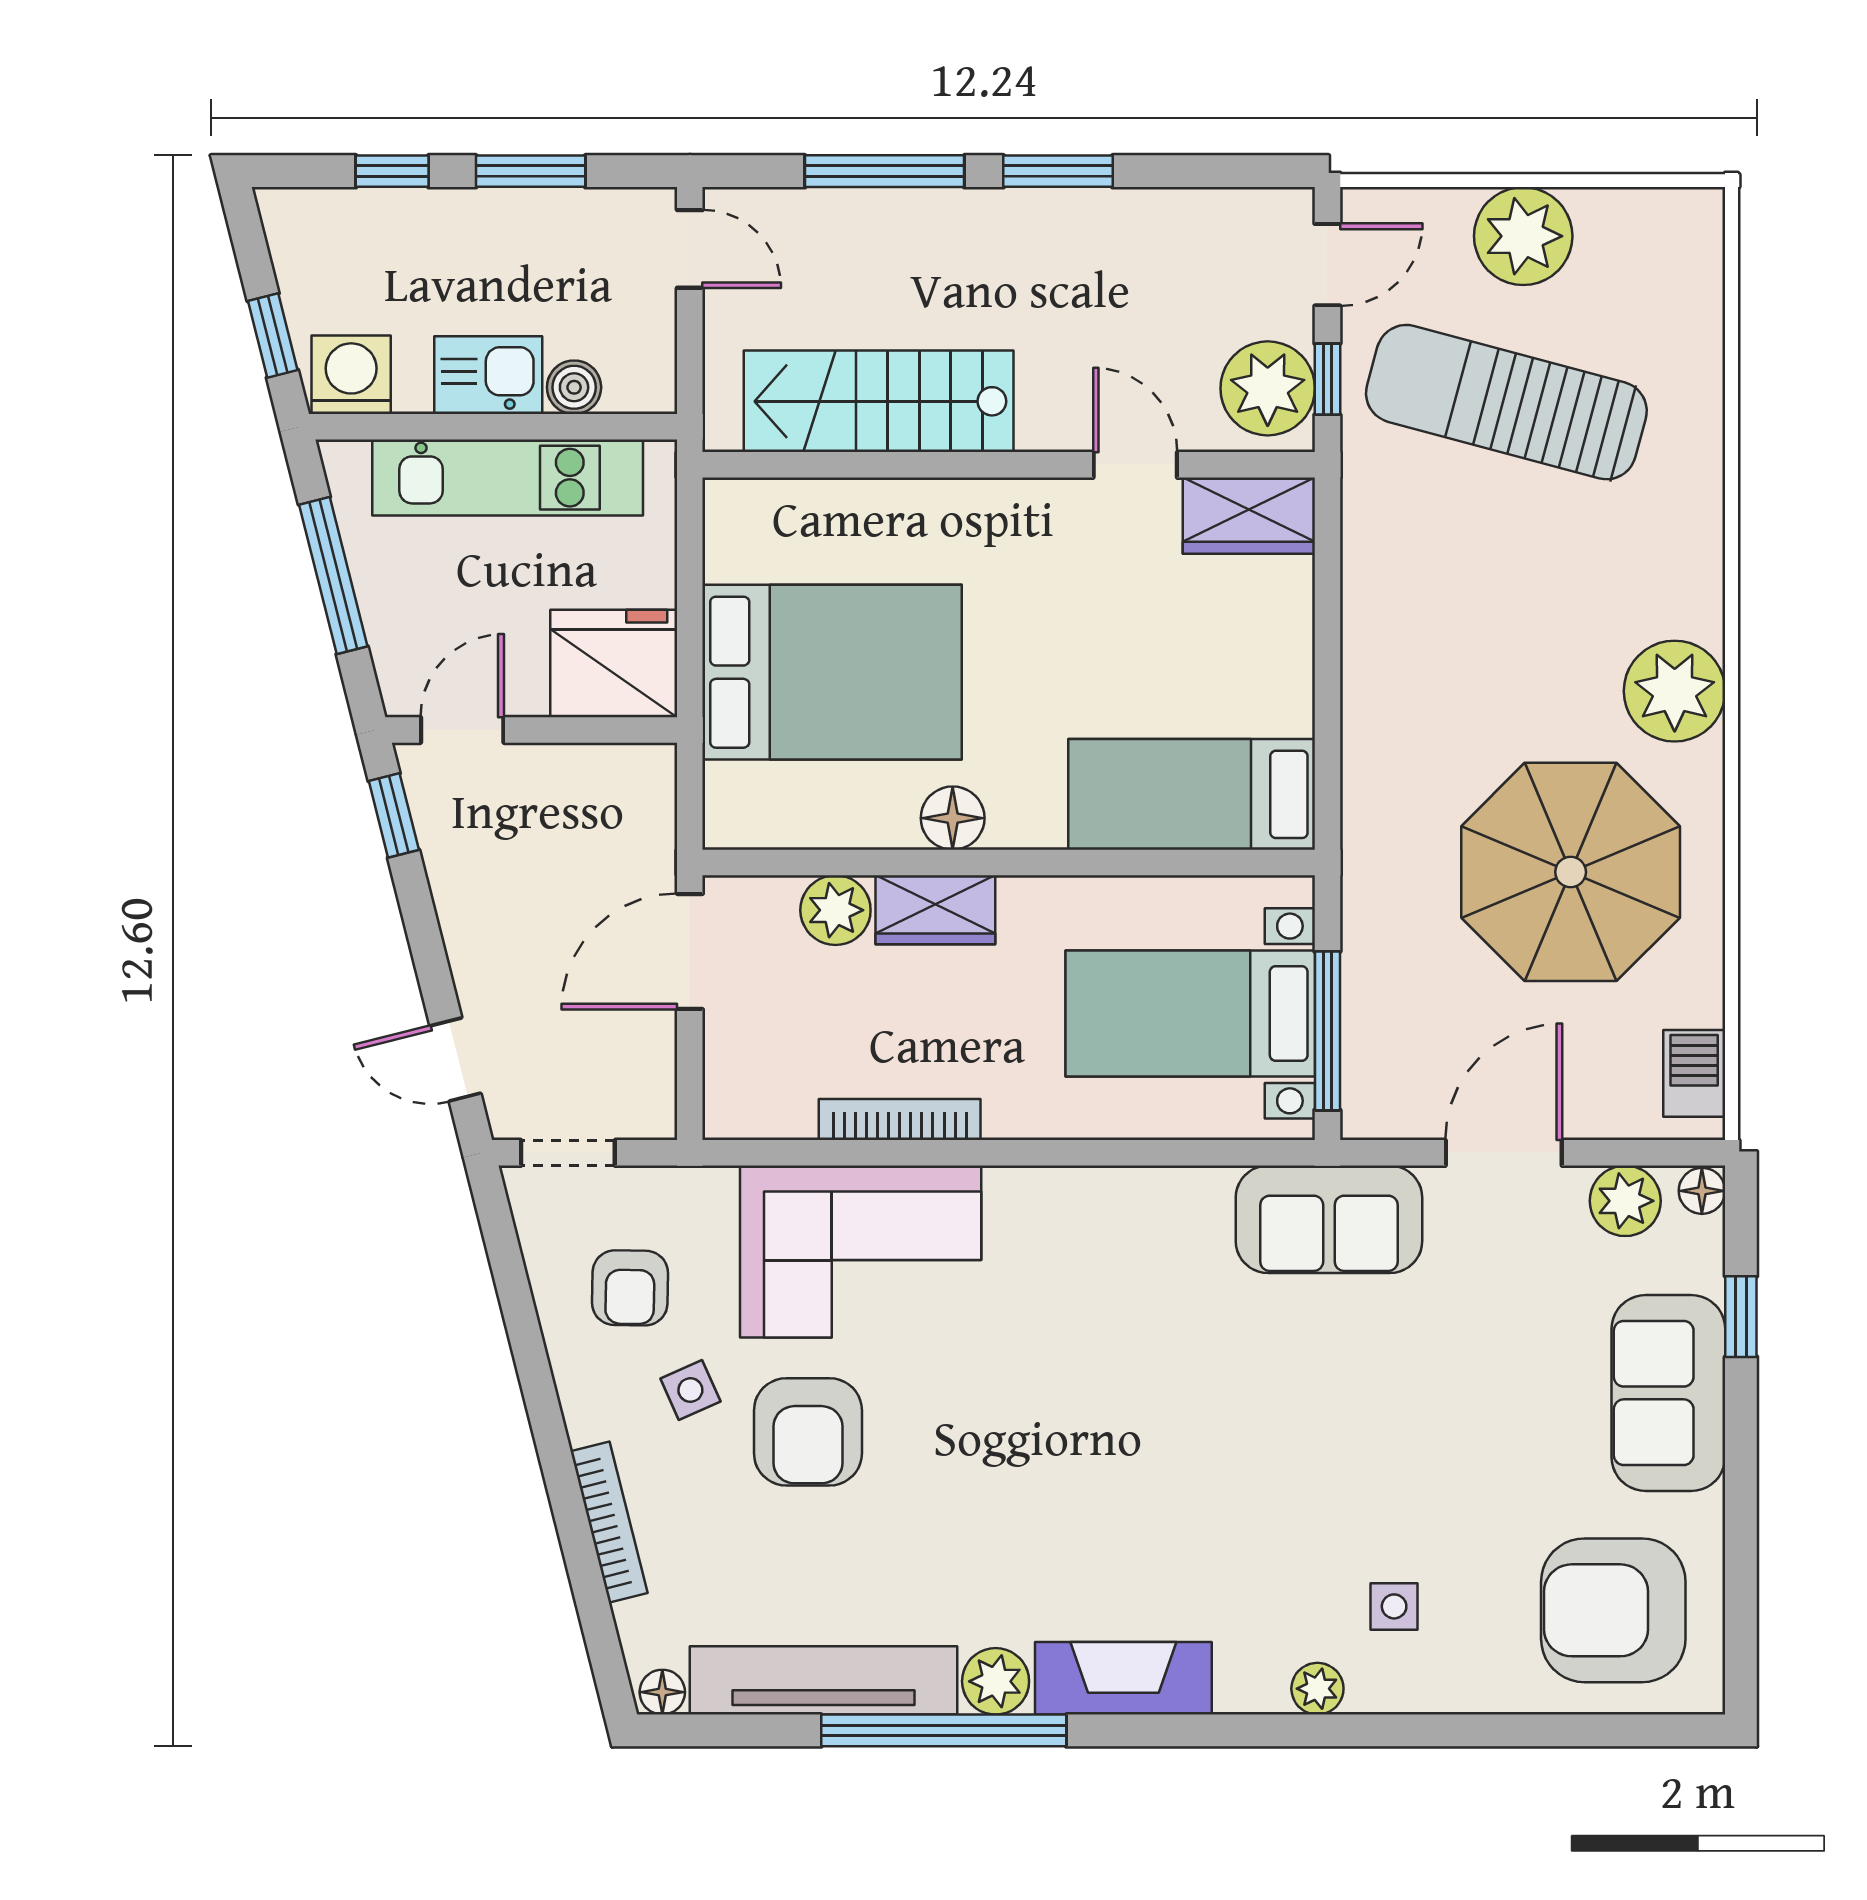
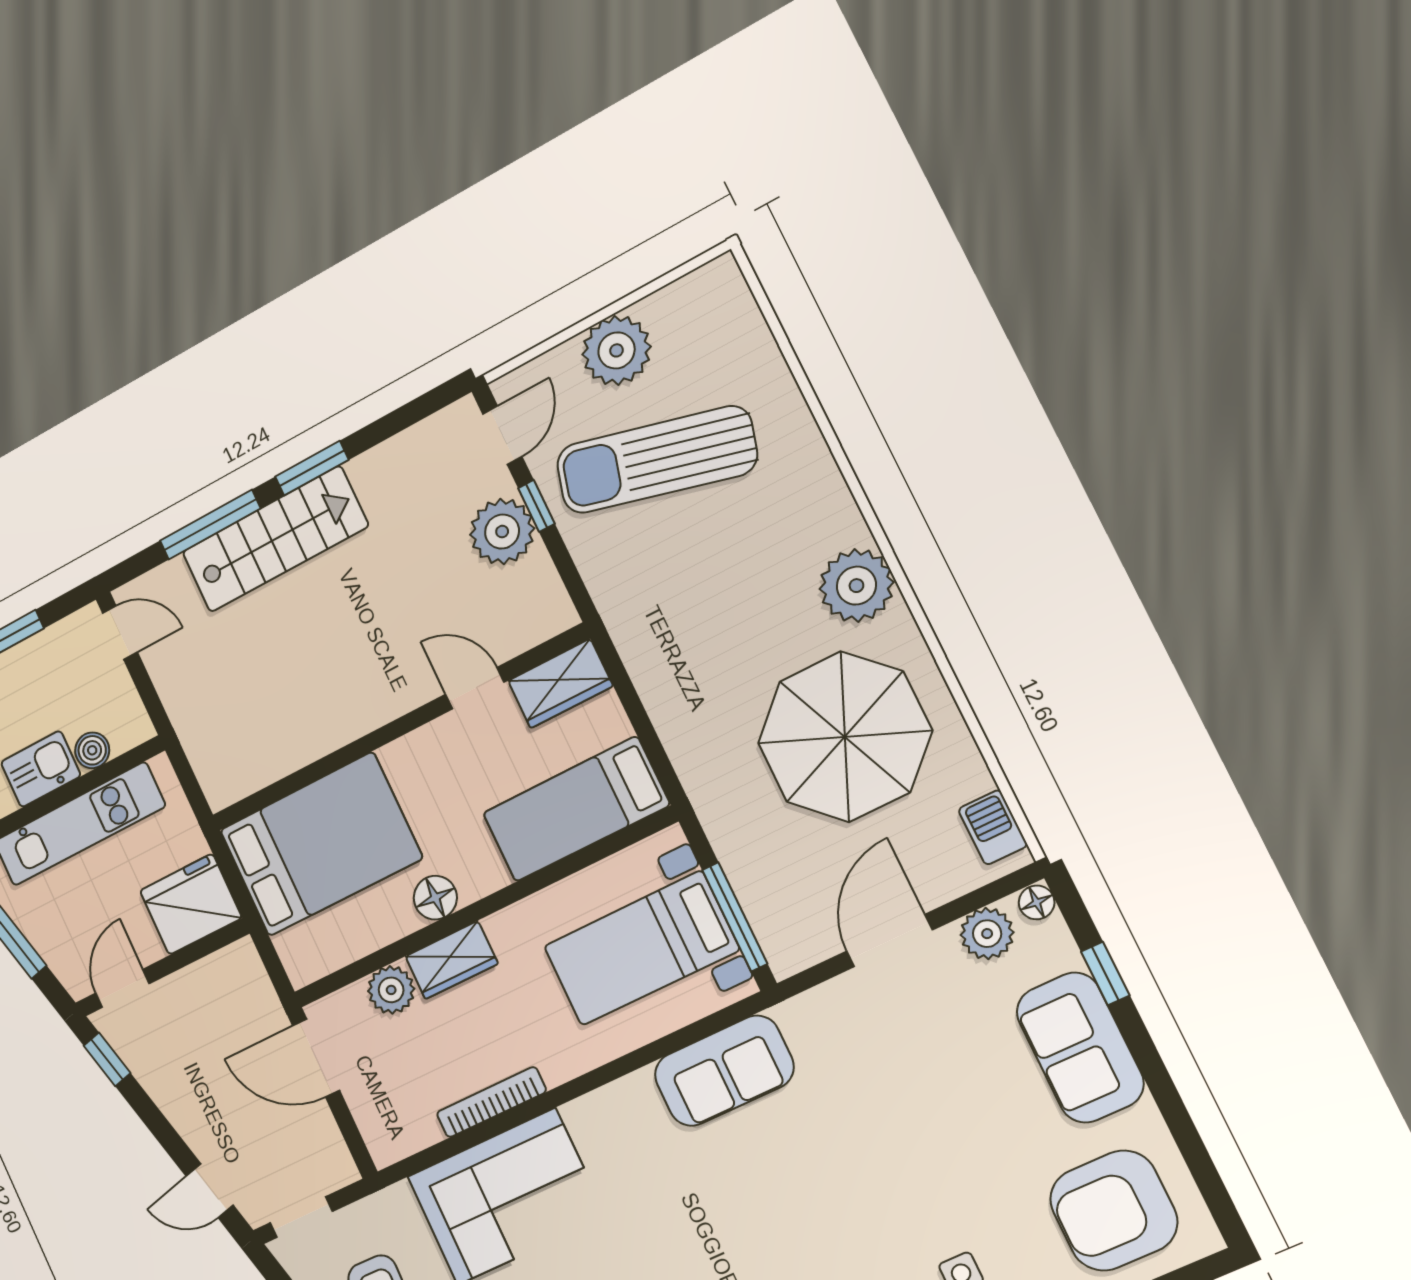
stairs: (879, 401) -> (275, 539), moved, turned 180
wall: (1009, 465) -> (398, 728), moved
door: (1135, 465) -> (475, 688), moved
wardrobe: (1249, 516) -> (560, 683), moved
door: (690, 951) -> (316, 1058), hinge flipped
sofa: (1329, 1219) -> (724, 1071), moved

